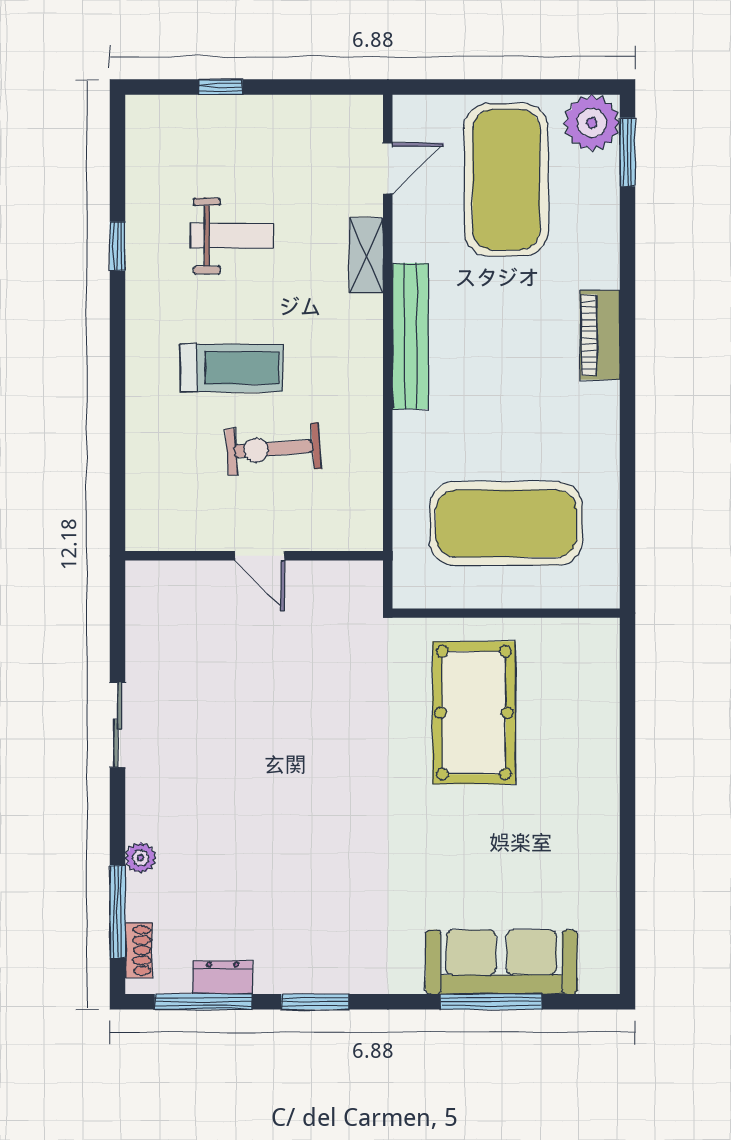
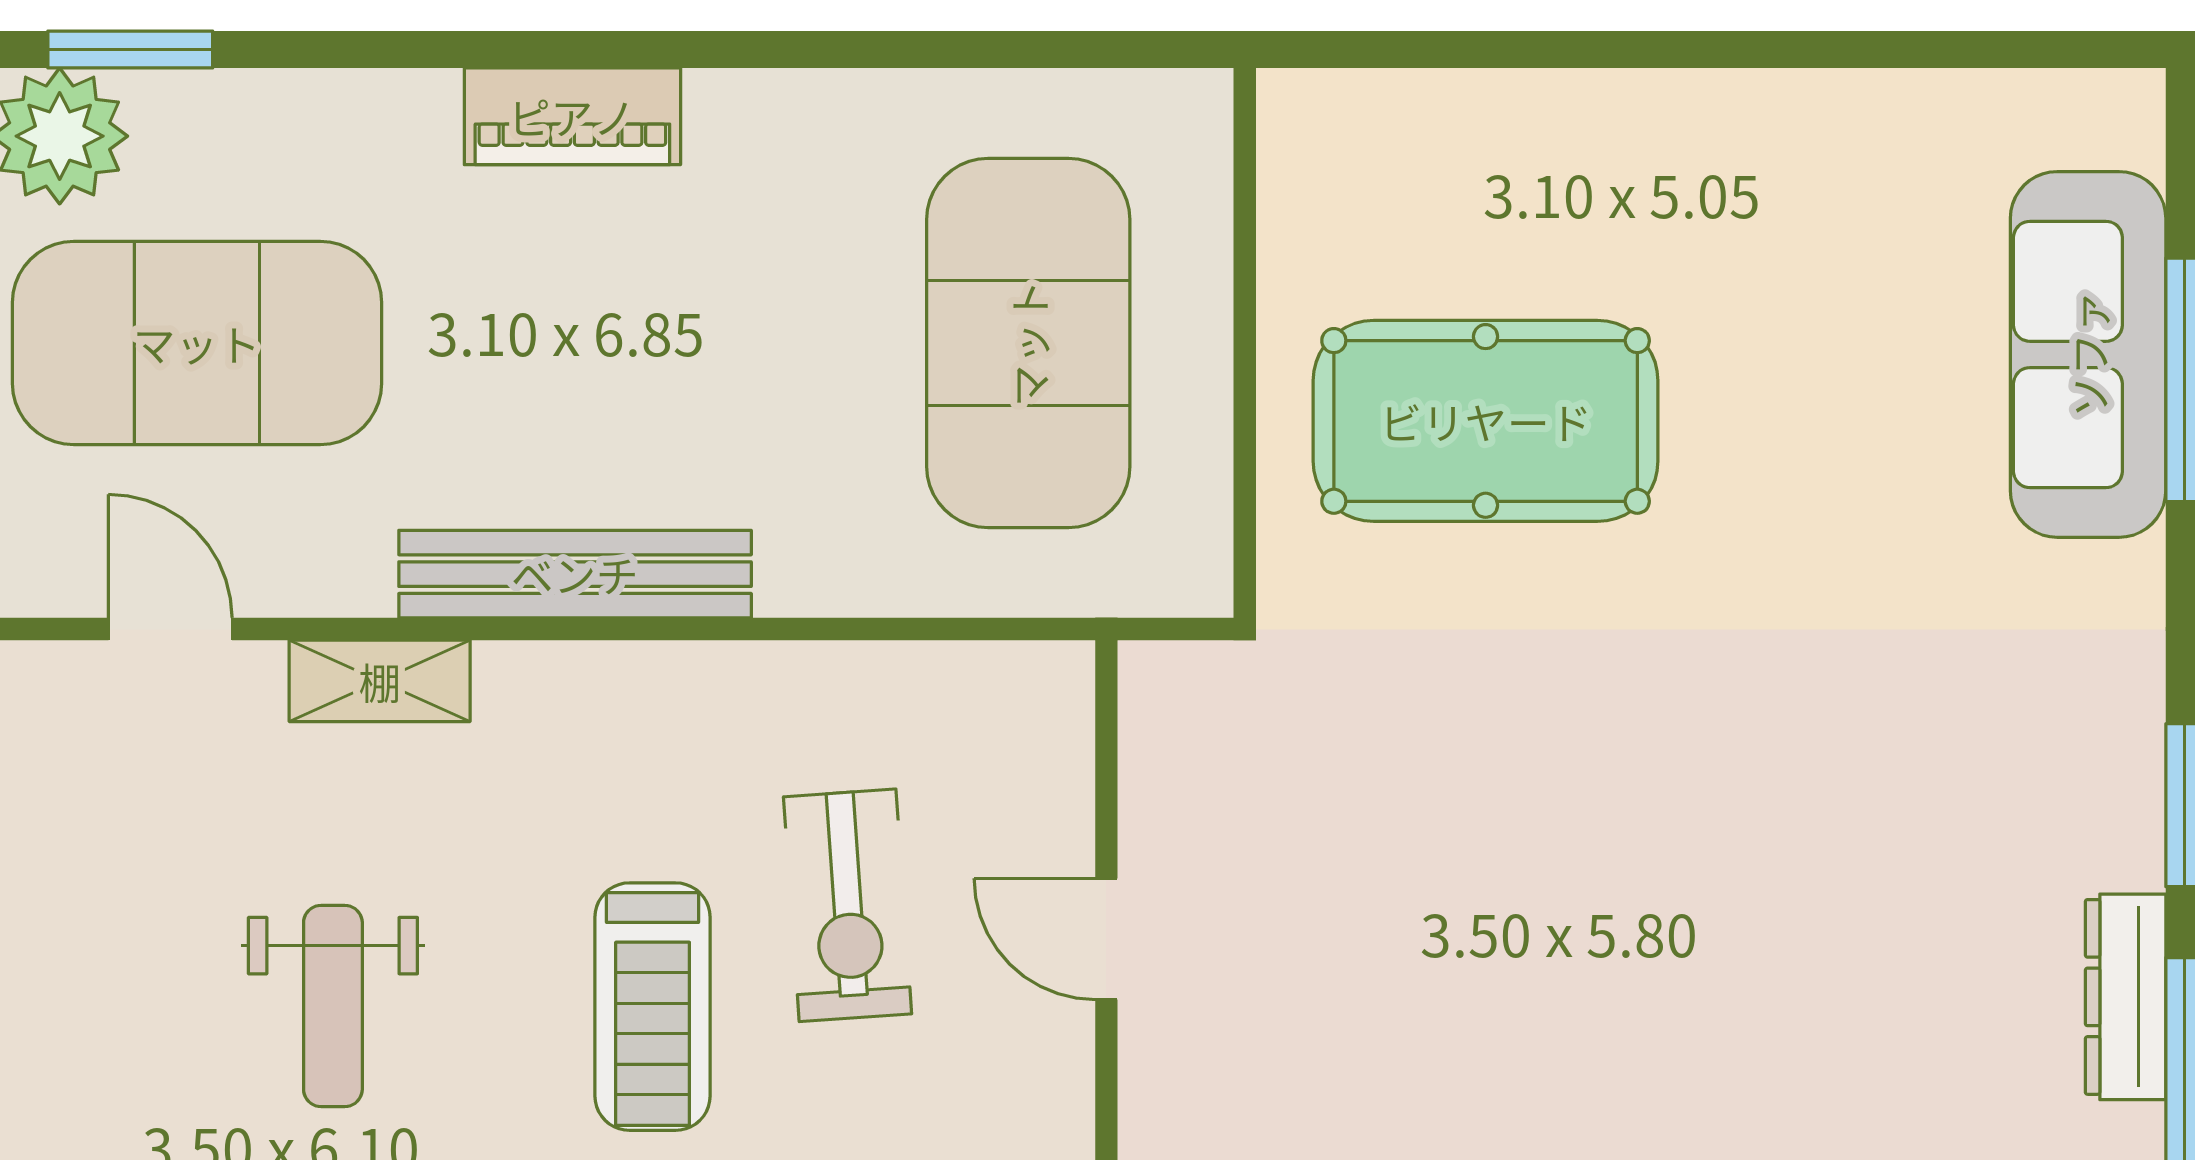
weight bench: (232, 236) -> (333, 1006), turned 180
treadmill: (232, 368) -> (653, 1007), turned 180
door: (260, 556) -> (1106, 939), swing flipped
dresser: (223, 977) -> (2126, 997), width x1.44

